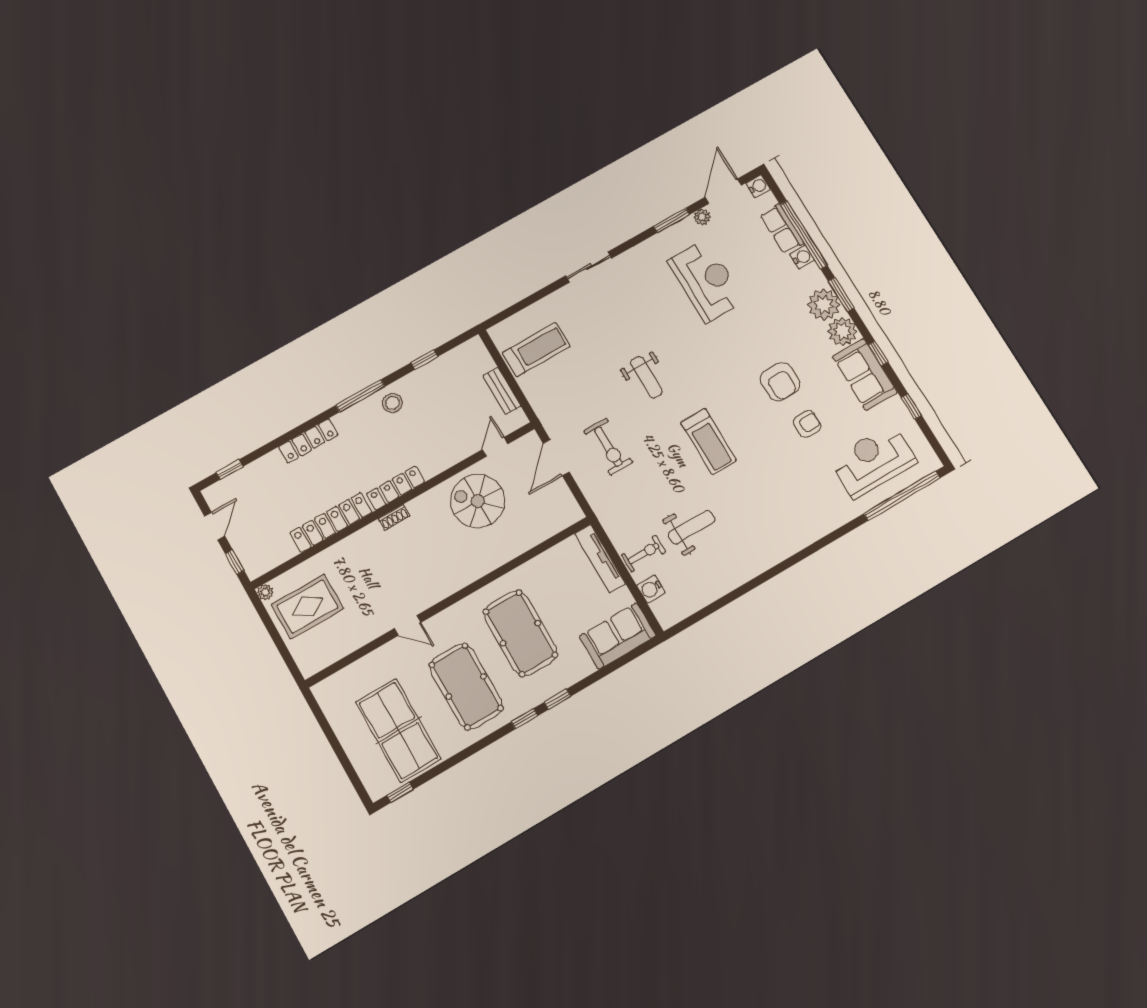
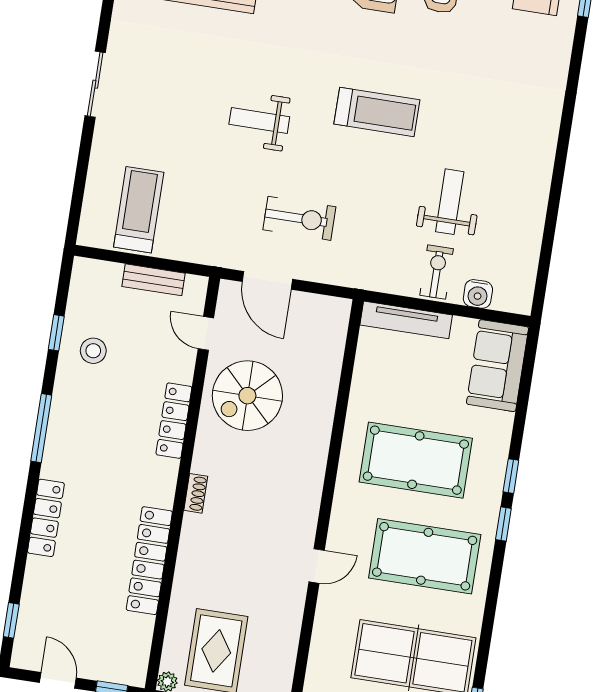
weight bench: (646, 377) -> (259, 121), turned 180
stool: (392, 403) -> (93, 351), moved
locker: (396, 488) -> (174, 421), moved

